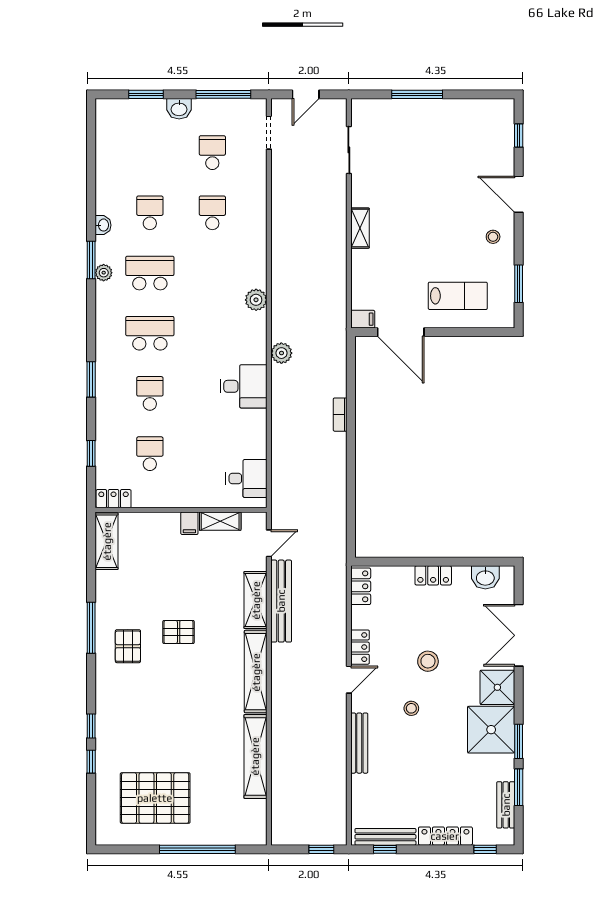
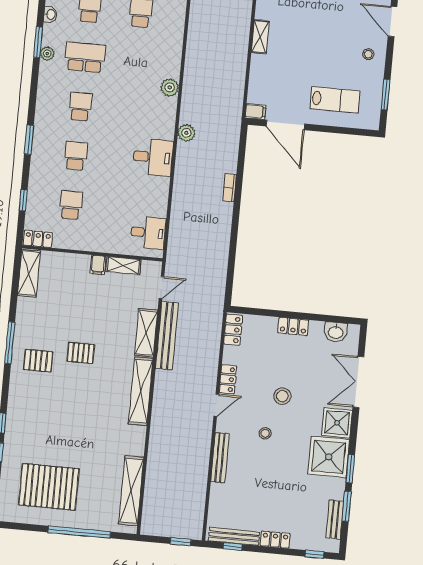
school desk: (150, 333) -> (80, 107), width x0.54
pallet: (128, 646) -> (38, 361), turned 90
shelving: (255, 756) -> (131, 491), moved
locker: (445, 836) -> (275, 540), width x0.66

